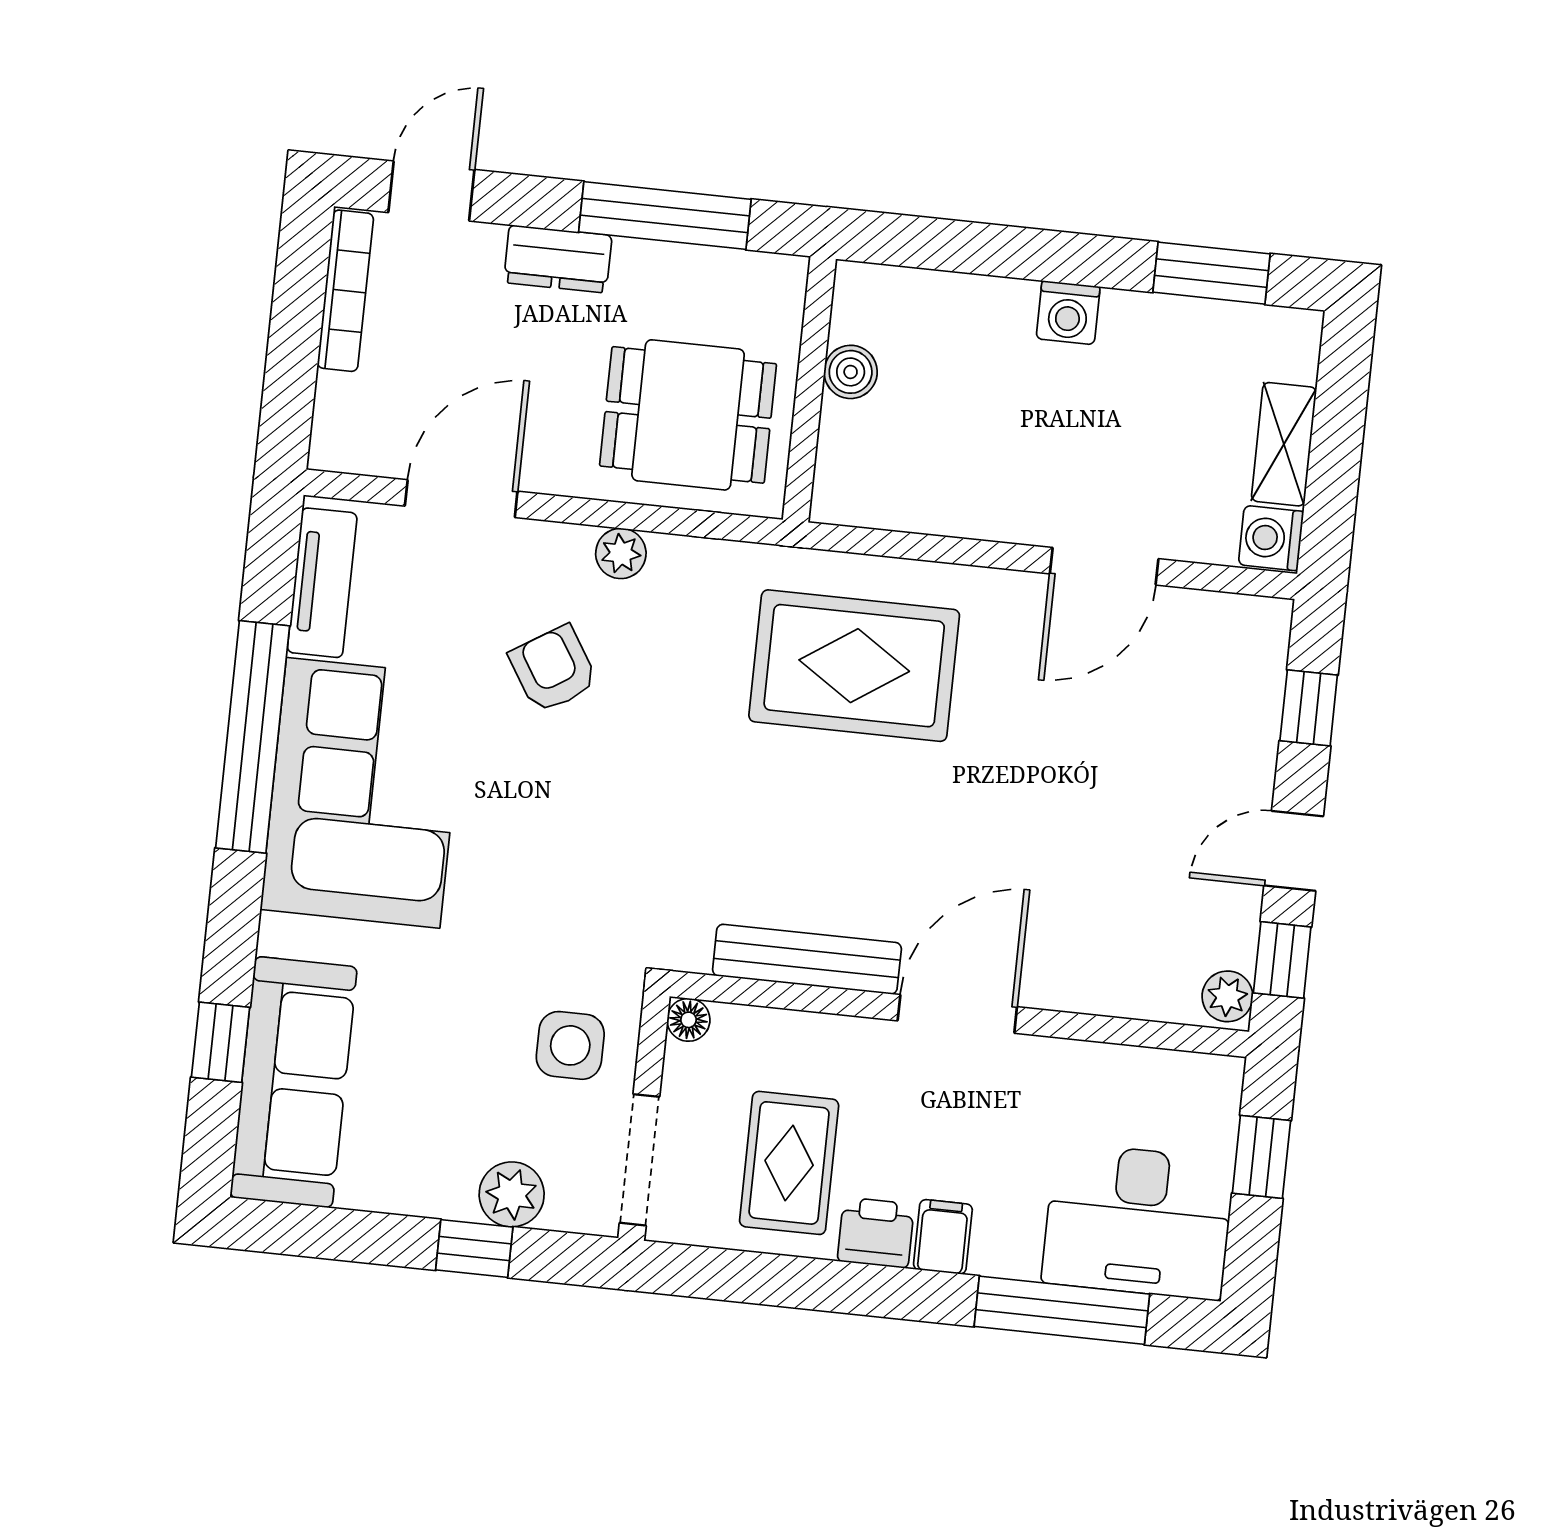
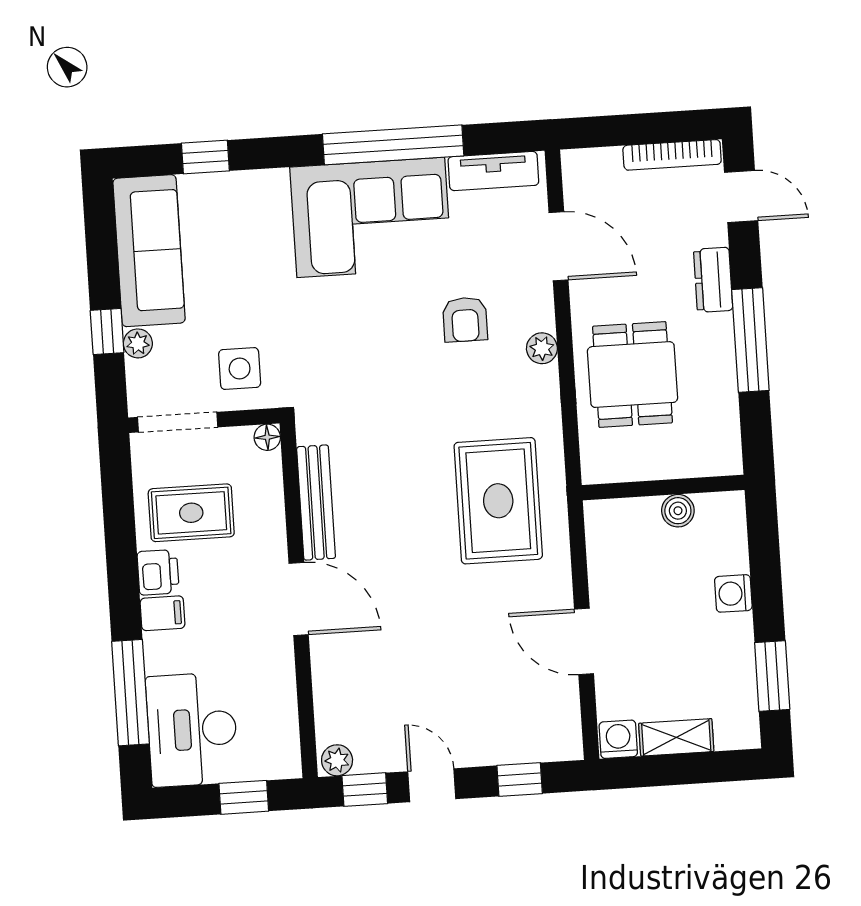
boiler: (851, 372) -> (678, 511), moved
wall: (809, 389) -> (663, 488), moved
armchair: (553, 669) -> (465, 319), turned 122
sofa: (294, 1082) -> (149, 251), moved, turned -90
plant: (512, 1194) -> (138, 343), width x0.73, depth x0.73

